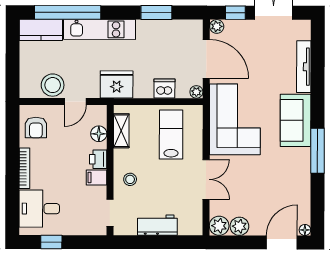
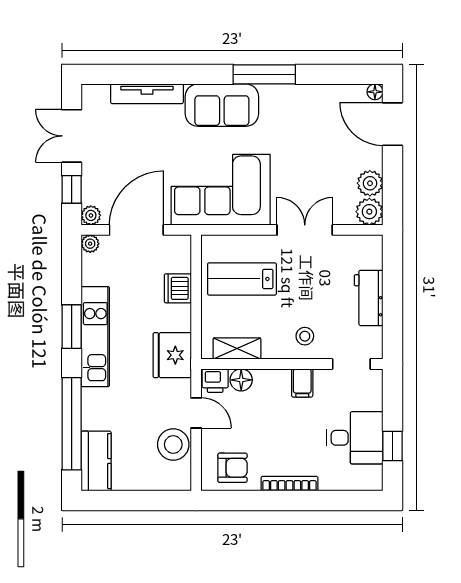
window: (156, 12) -> (72, 327), moved
kitchen unit: (100, 29) -> (95, 337), moved
plant: (196, 92) -> (90, 244), moved
printer: (98, 159) -> (215, 381), moved
desk: (39, 209) -> (355, 438), moved, turned -90

